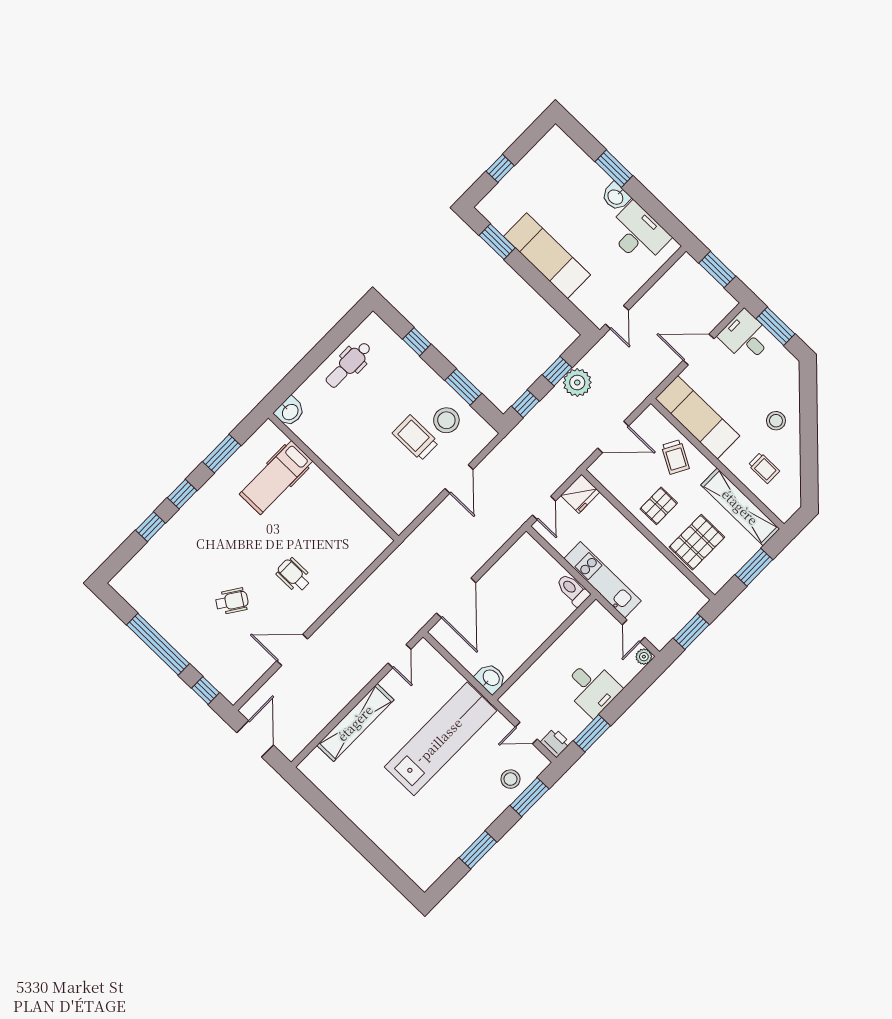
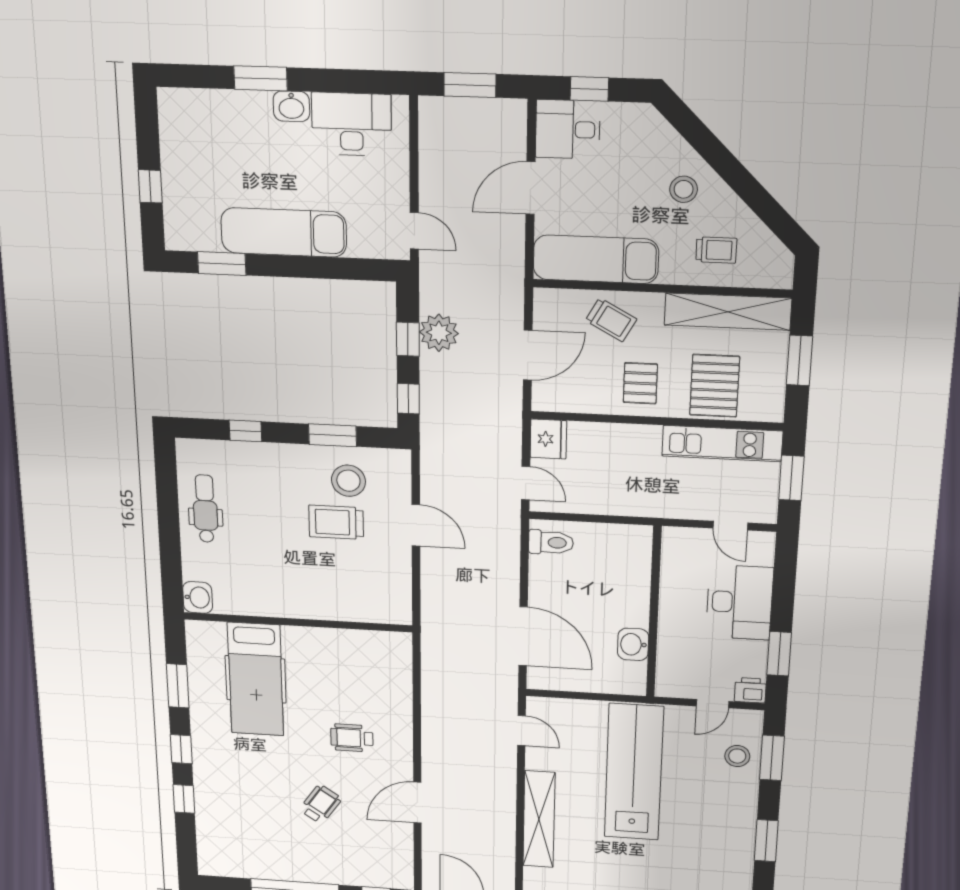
window: (775, 326) -> (589, 89), width x0.67
dental chair: (348, 365) -> (205, 509), turned 180
hospital bed: (276, 478) -> (256, 679), width x1.37, depth x1.29
kitchen unit: (602, 580) -> (722, 444), moved, turned 180
toilet: (573, 590) -> (551, 542), moved, turned 180
plant: (644, 657) -> (764, 541), removed
washbasin: (491, 678) -> (633, 644), moved, turned -90
desk: (592, 688) -> (739, 602), width x1.37

